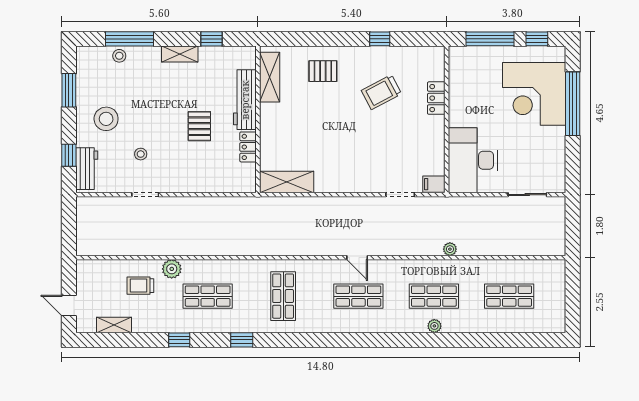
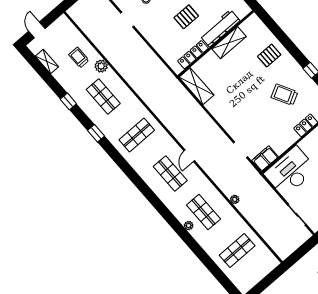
pallet: (323, 71) -> (269, 55), turned 90
shelving: (270, 77) -> (229, 43), moved
locker: (248, 147) -> (193, 55), width x1.53
filing cabinet: (434, 184) -> (265, 159), width x2.00
shop shelf: (509, 296) -> (237, 250), turned 90

